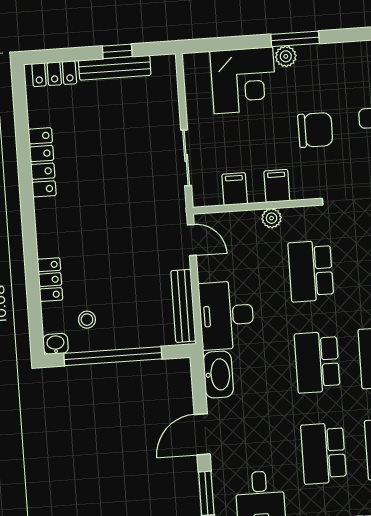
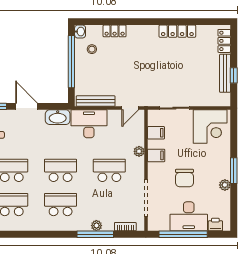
plant: (286, 56) -> (225, 185), moved
corner desk: (243, 80) -> (210, 126), moved, turned -90

